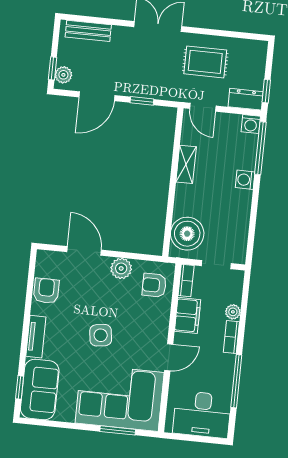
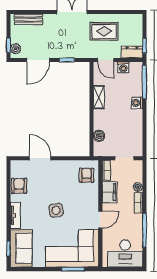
washing machine: (251, 124) -> (123, 67), moved
boiler: (187, 234) -> (99, 136), width x0.54, depth x0.54
plant: (121, 268) -> (65, 167), removed
armchair: (154, 285) -> (87, 175), turned 90

